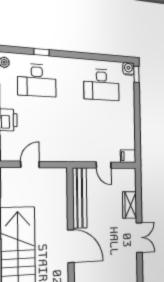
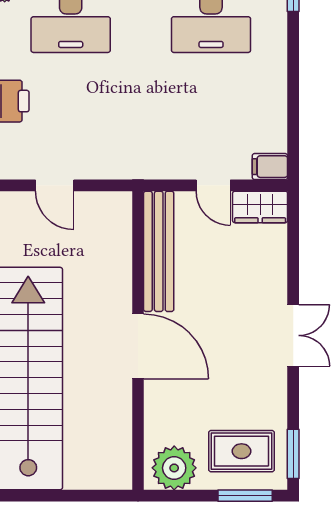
door: (30, 164) -> (55, 185), swing flipped
wardrobe: (130, 205) -> (260, 207), moved, turned -90

